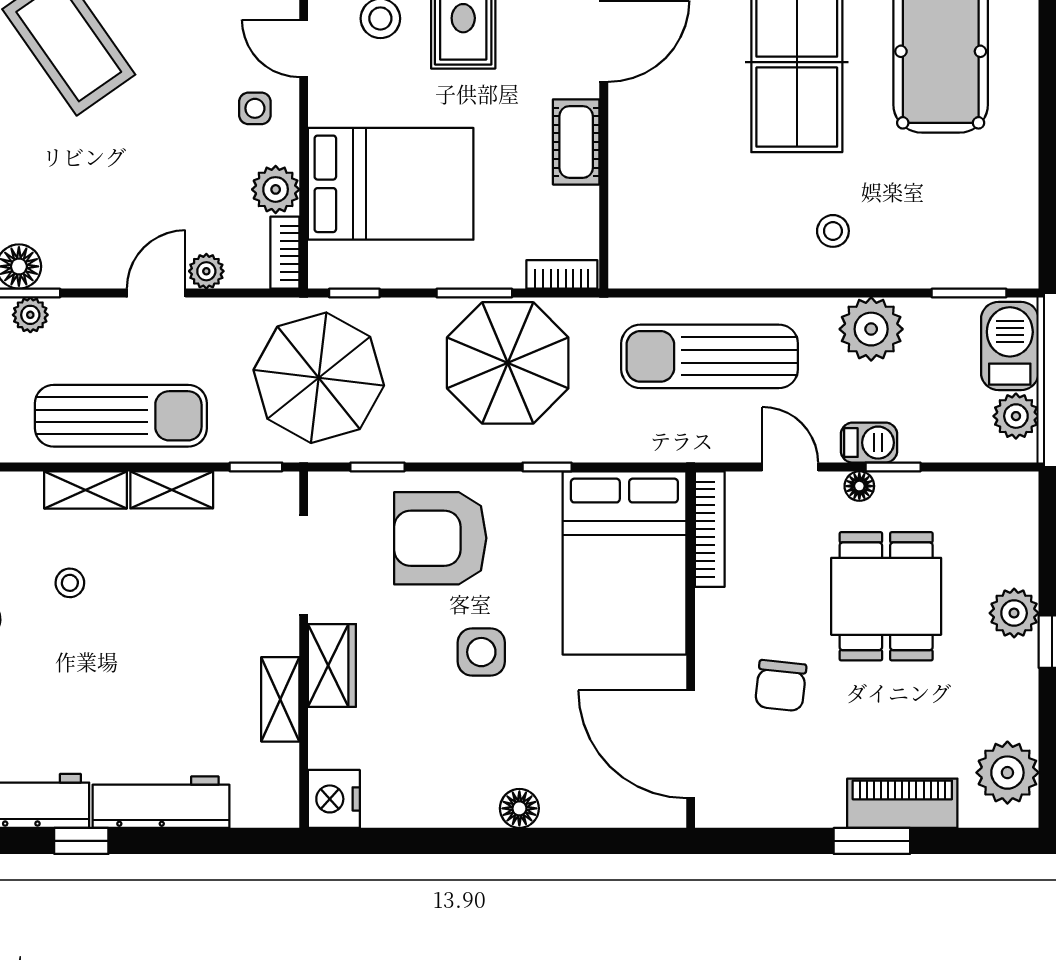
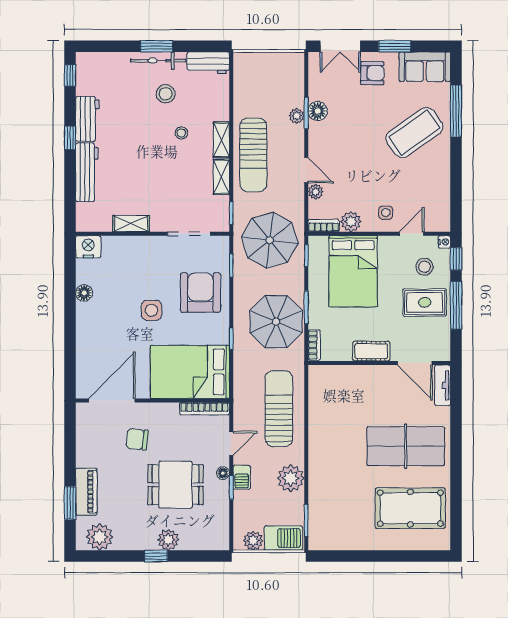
stool: (833, 231) -> (333, 462), removed
wardrobe: (332, 665) -> (146, 246), removed
floor lamp: (519, 808) -> (84, 293), moved
window: (872, 841) -> (70, 503), moved

